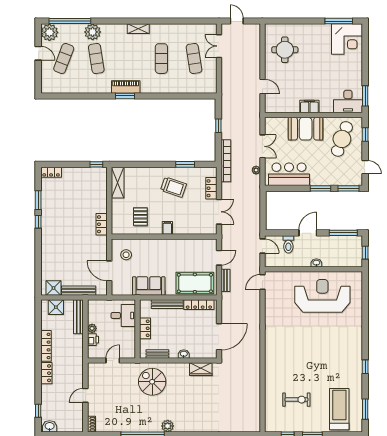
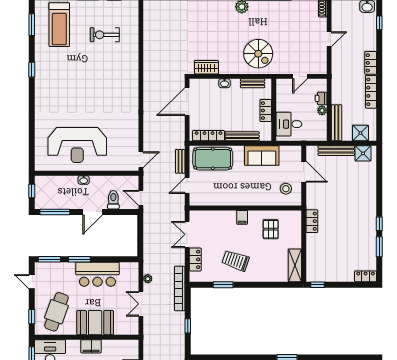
bar counter: (289, 174) -> (98, 274), moved

